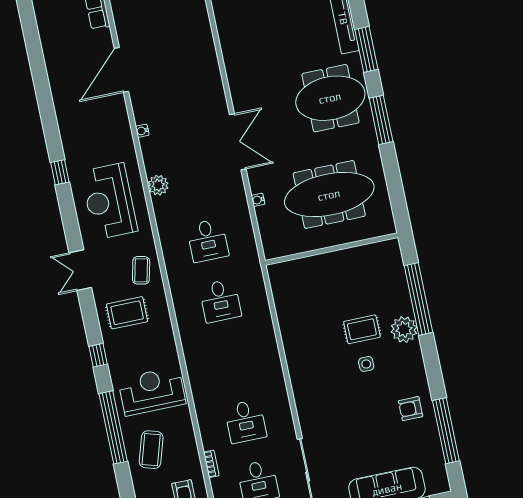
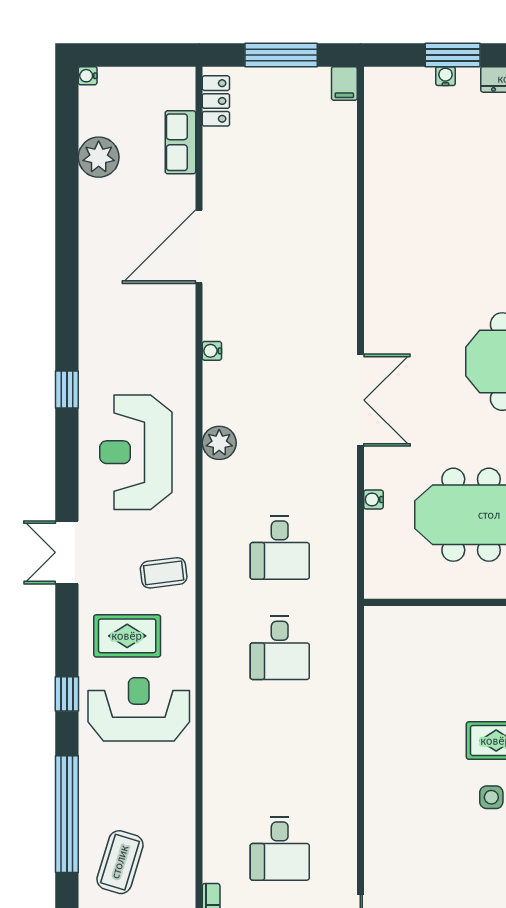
plant: (50, 29) -> (99, 157), added
coffee table: (141, 270) -> (164, 573), turned 70
reception desk: (152, 391) -> (139, 709), moved

